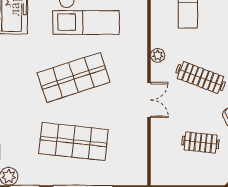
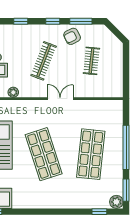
plant: (158, 55) -> (13, 92), moved

